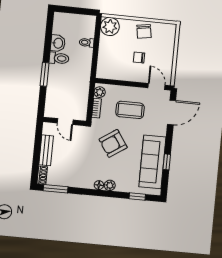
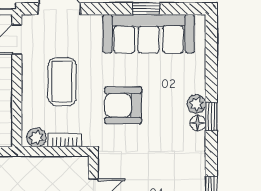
armchair: (113, 143) -> (123, 105), turned 124
window: (137, 197) -> (211, 117), moved

